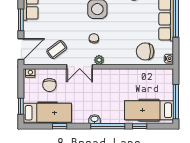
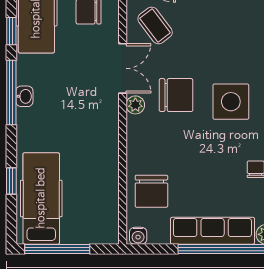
chair: (94, 38) -> (176, 95), width x1.87, depth x1.87
chair: (145, 51) -> (151, 191), turned 180
double door: (80, 67) -> (123, 68), swing flipped
window: (108, 126) -> (11, 93), moved

